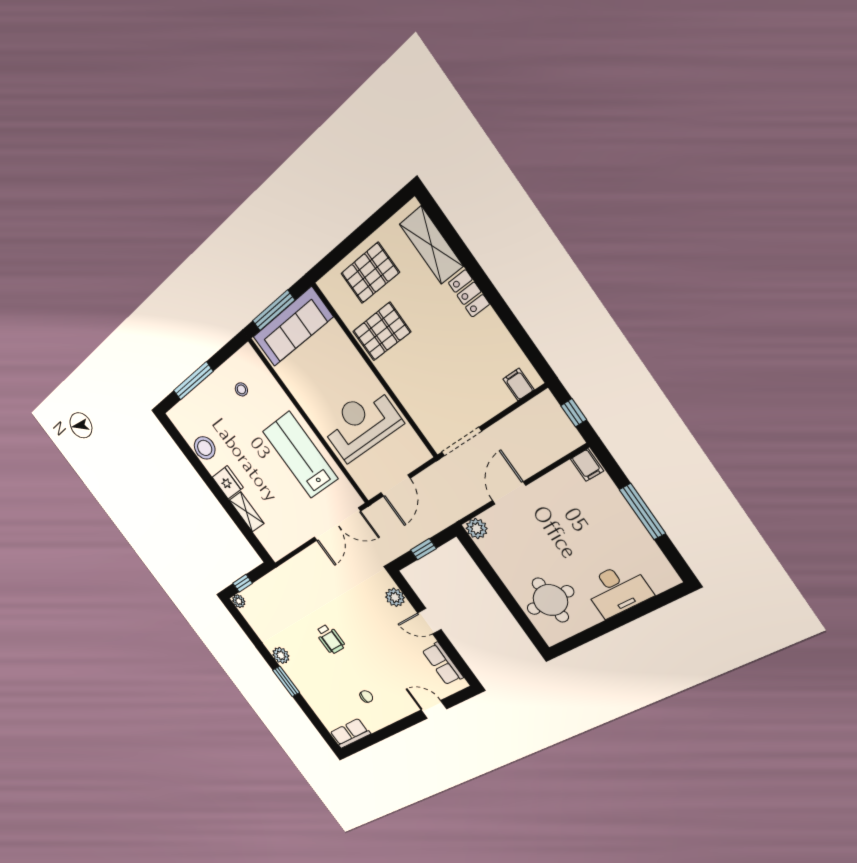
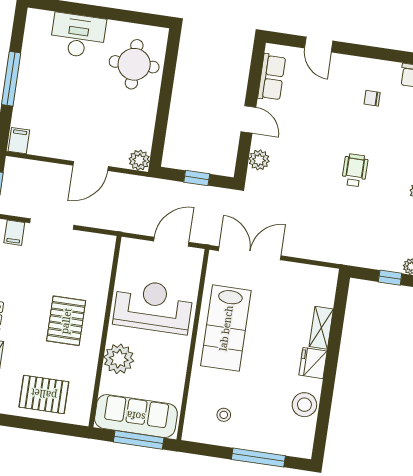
pallet: (382, 332) -> (66, 321), moved, turned 90
plant: (346, 359) -> (119, 359), added
reception desk: (361, 424) -> (153, 306), turned 180
doorway: (462, 442) -> (52, 224), moved

